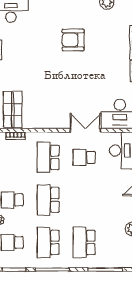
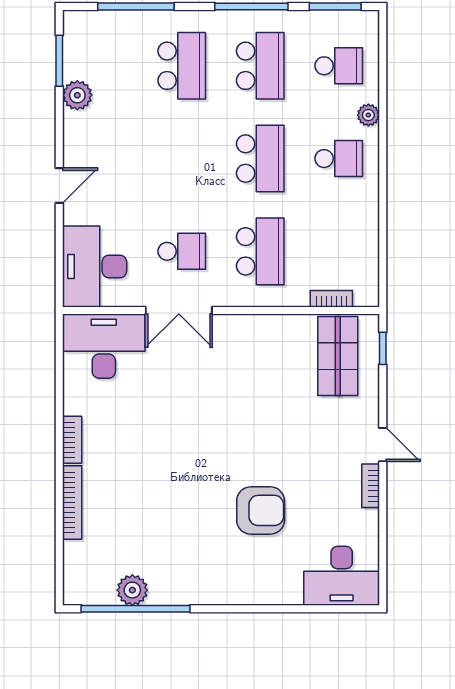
armchair: (73, 40) -> (261, 510), moved

